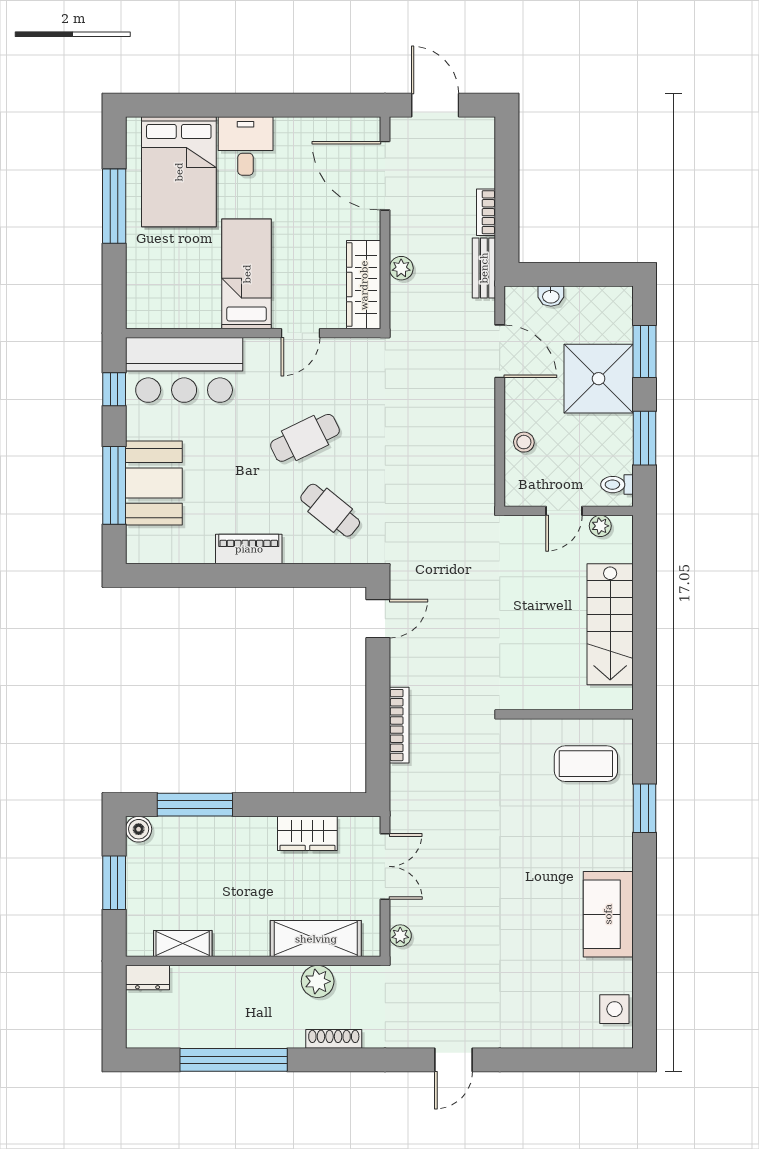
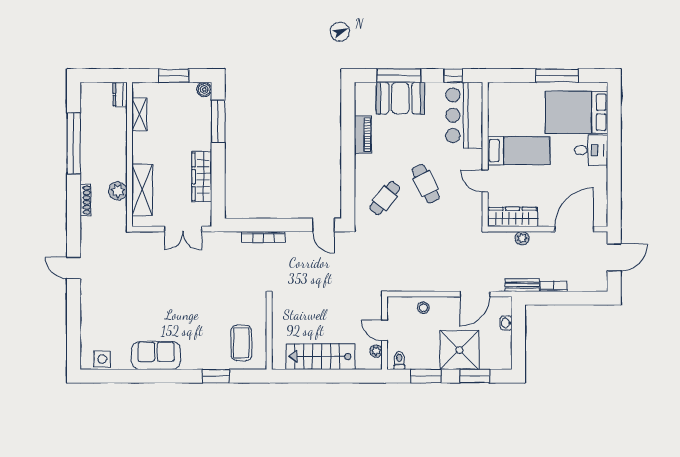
piano: (249, 549) -> (363, 135), moved
wardrobe: (307, 833) -> (202, 177), width x1.50
plant: (400, 936) -> (144, 238), removed

